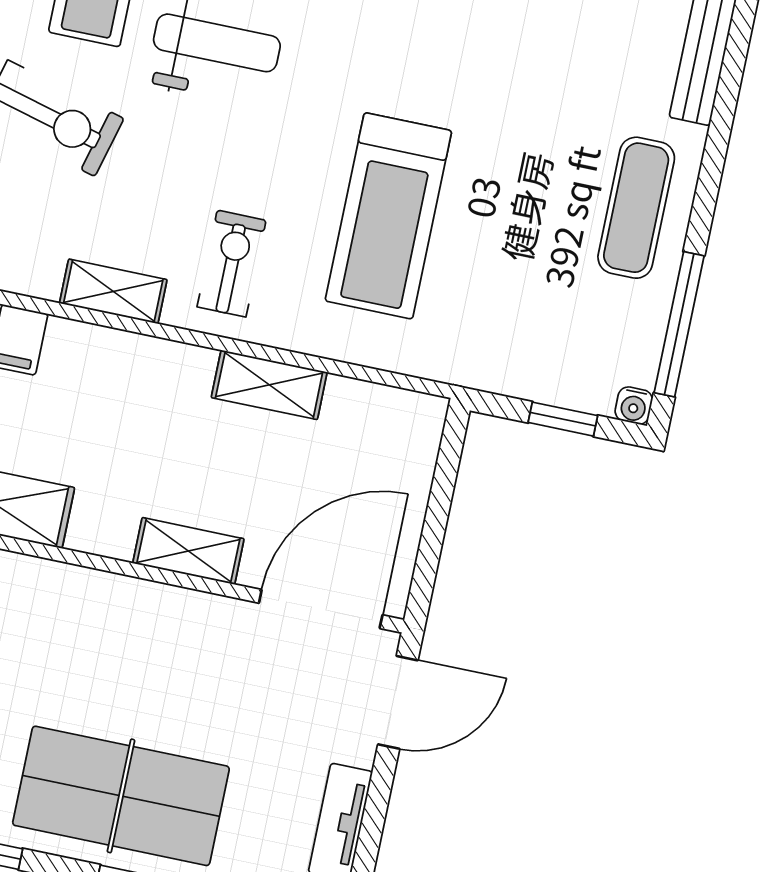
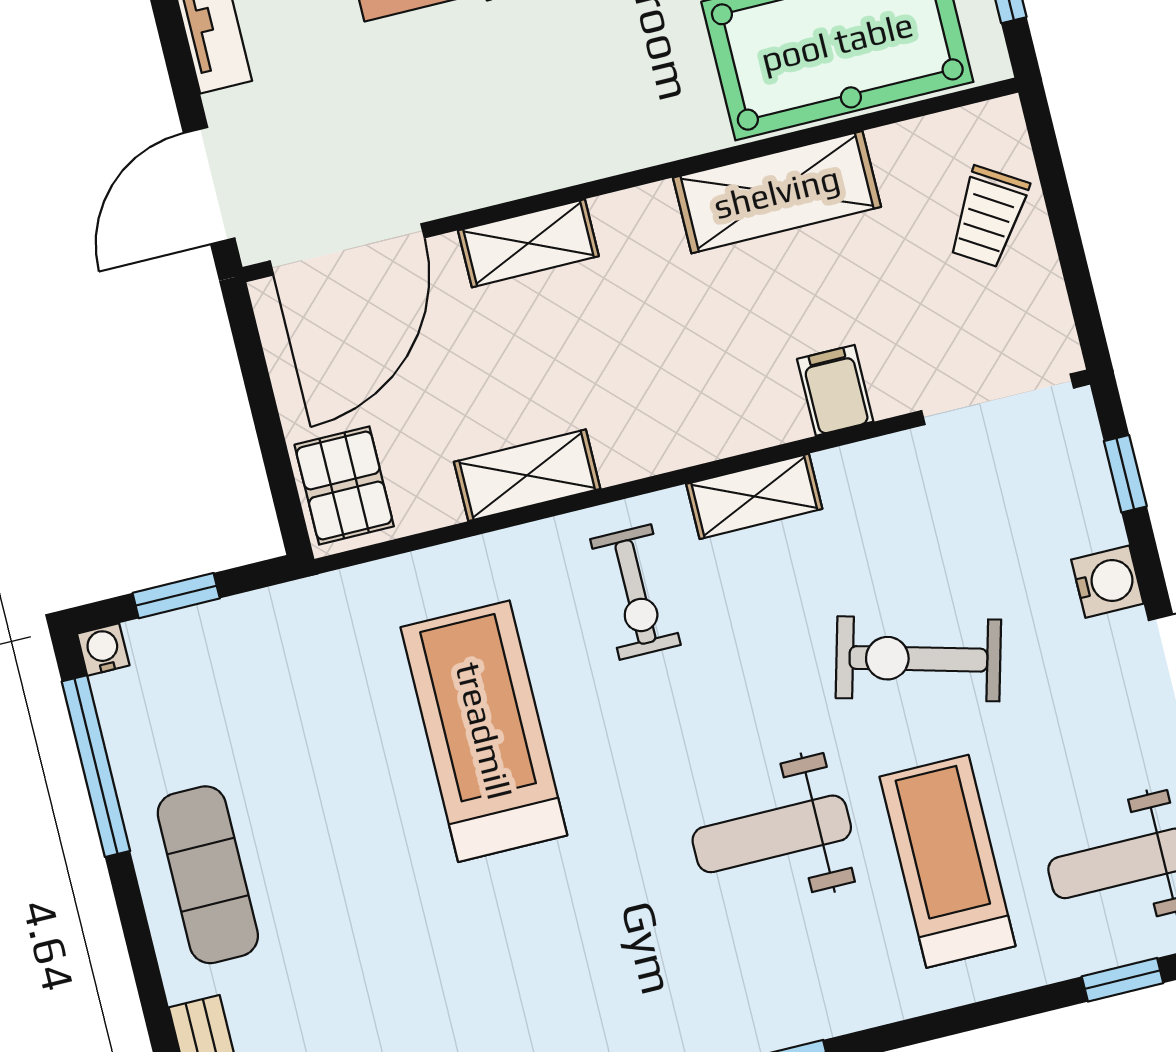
pallet: (404, 440) -> (344, 486), added

